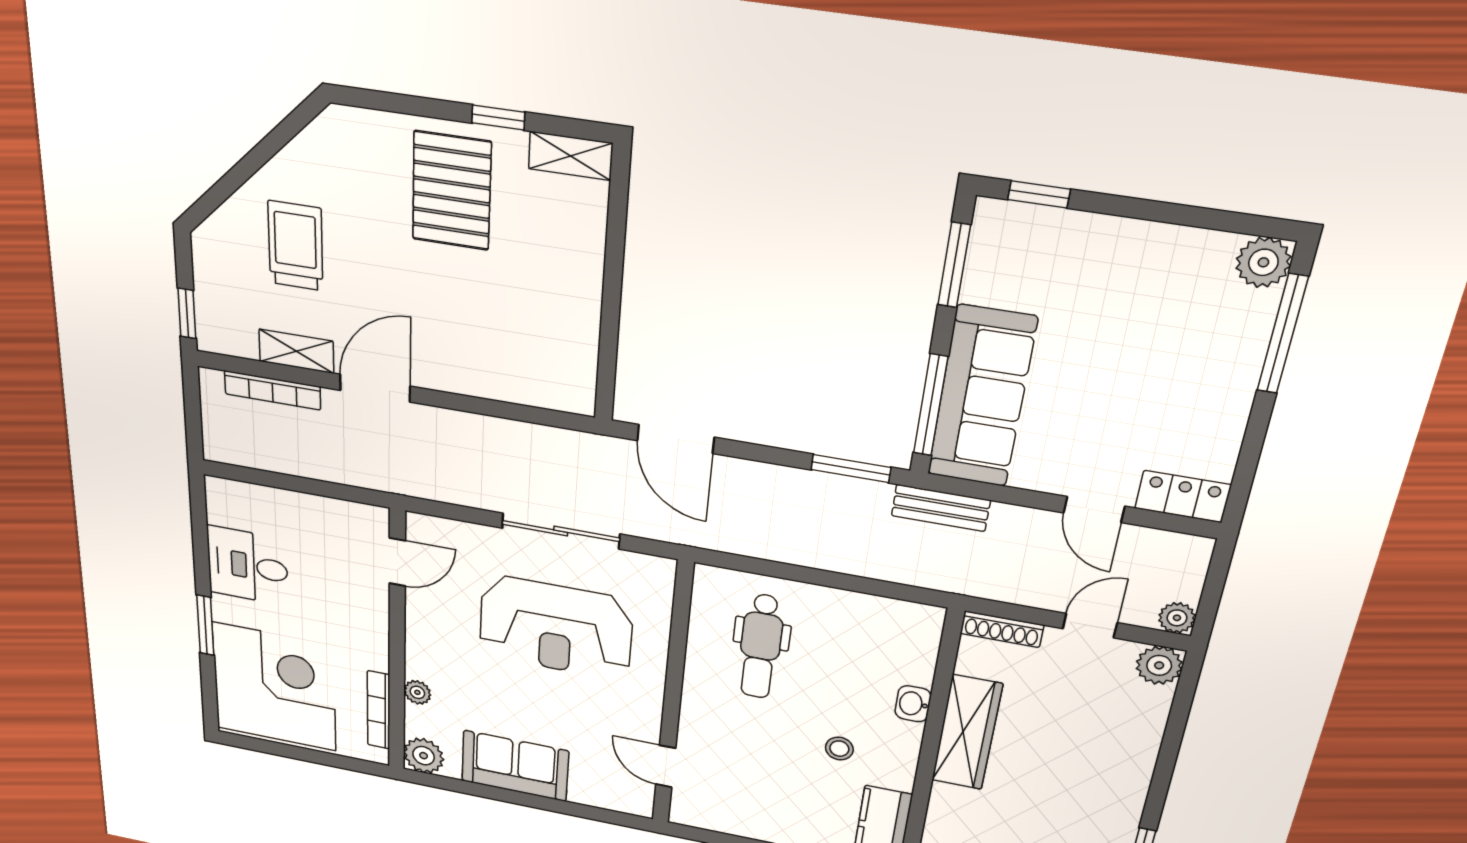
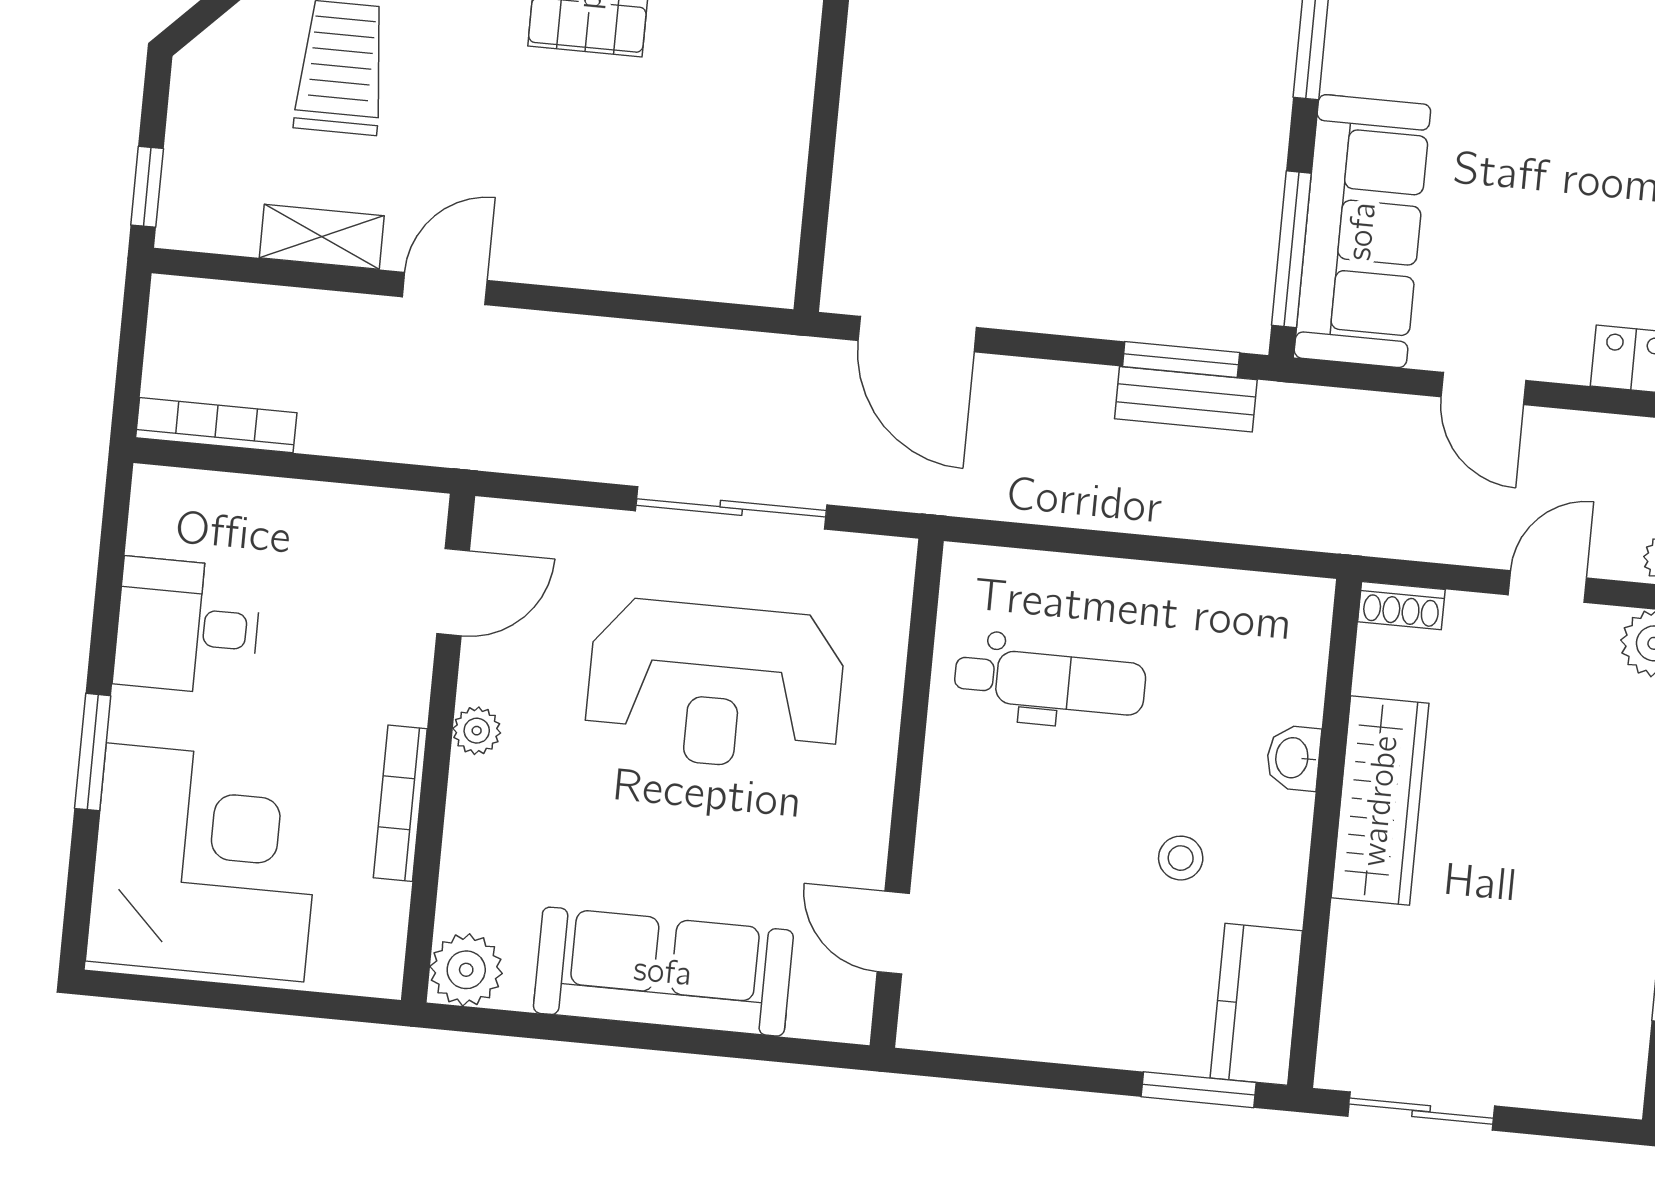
door: (375, 388) -> (445, 289), width x0.73
bookcase: (272, 390) -> (216, 425), moved, turned 180
bench: (941, 508) -> (1186, 399), moved
door: (1094, 510) -> (1483, 389), moved
shoe rack: (1002, 629) -> (1401, 606), width x0.70
dental chair: (760, 646) -> (1050, 681), turned -90
plant: (417, 692) -> (477, 731), moved
bookcase: (379, 710) -> (400, 803), moved
sofa: (515, 766) -> (663, 972), width x1.36

